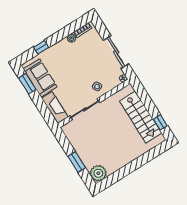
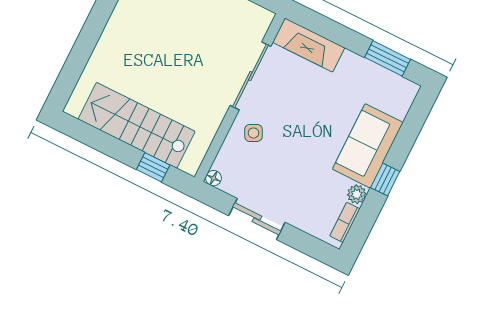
window: (41, 47) -> (385, 180), moved
sliding door: (116, 52) -> (257, 219), width x0.73
sofa: (40, 78) -> (368, 146), moved, turned 90
window: (160, 122) -> (153, 167), moved

